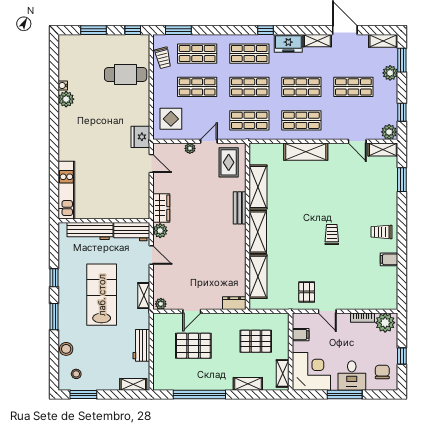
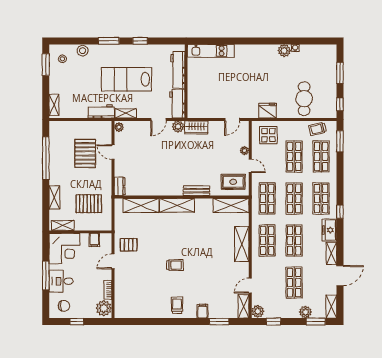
fridge: (140, 137) -> (268, 111), moved
shelving: (258, 187) -> (231, 205), moved
filing cabinet: (389, 259) -> (202, 311), moved
lab bench: (102, 295) -> (126, 79), turned 180
pallet: (256, 341) -> (89, 204), turned 90
workbench: (141, 345) -> (101, 111), moved

